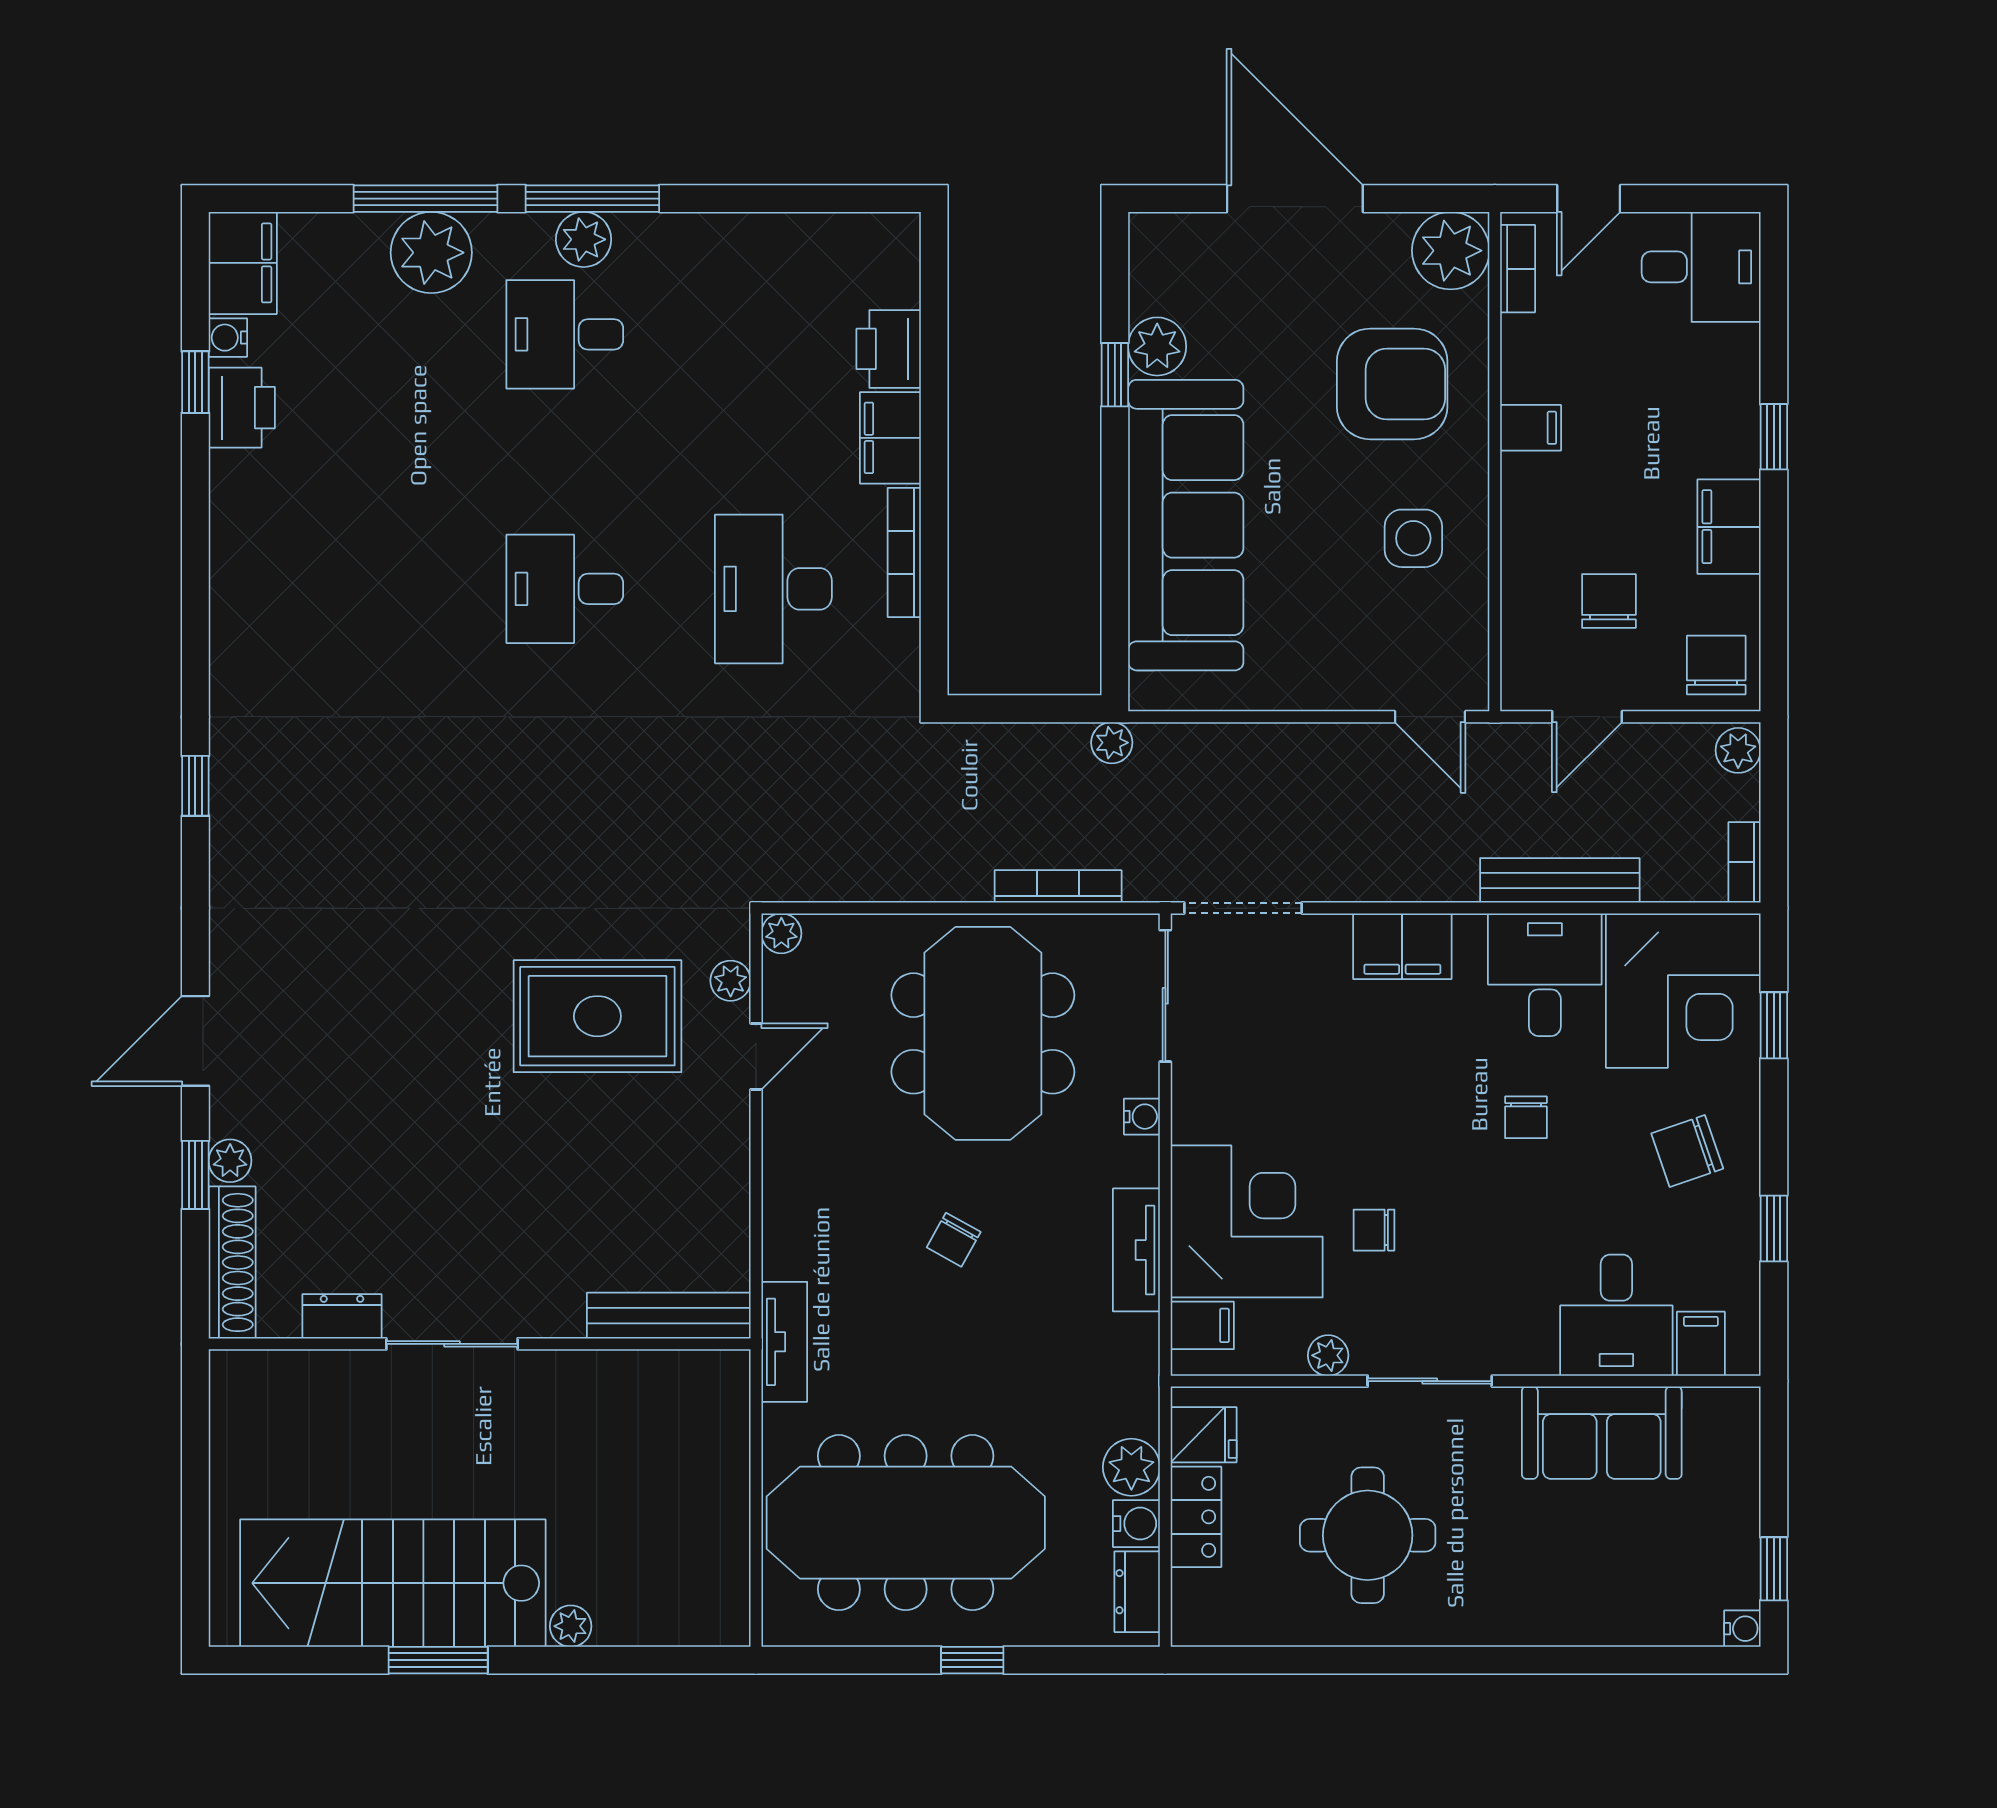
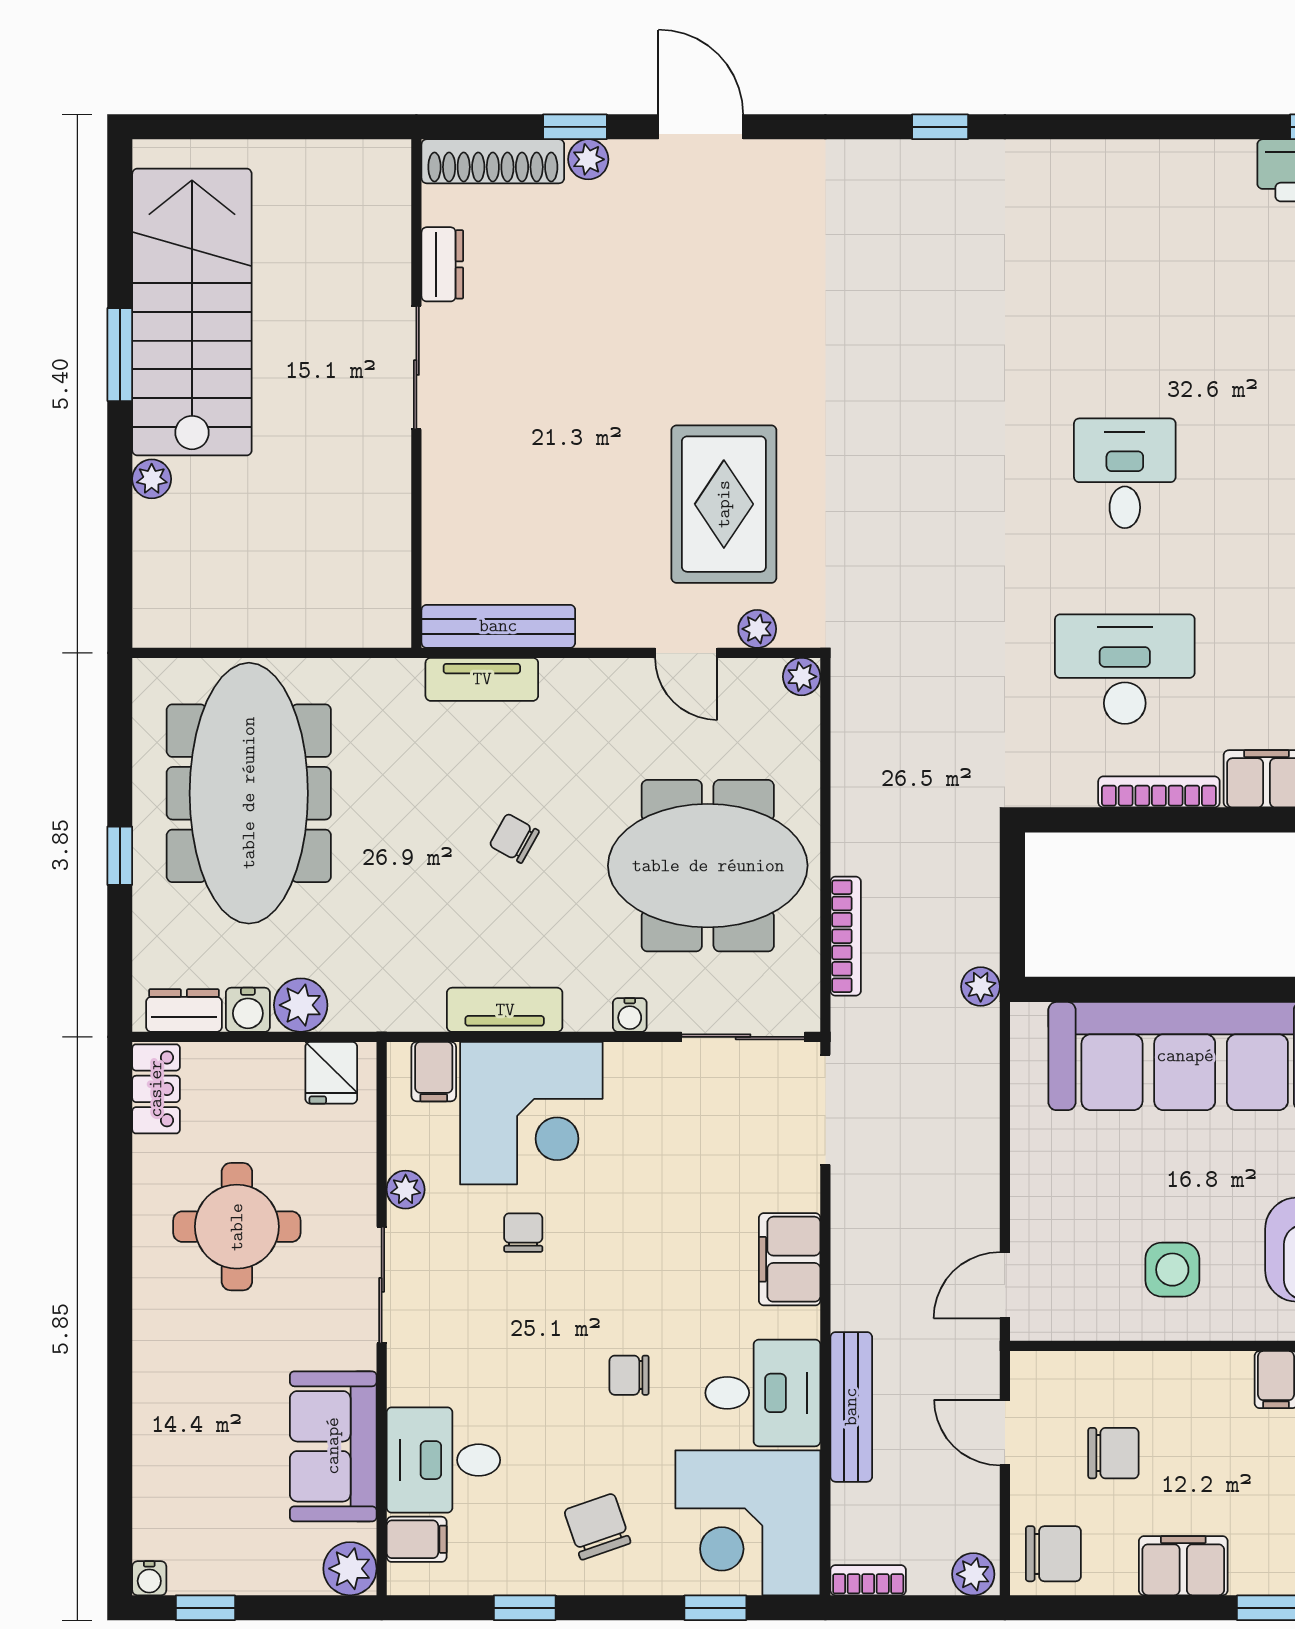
bench: (669, 1316) -> (498, 626), moved, turned 90
tv unit: (784, 1342) -> (482, 679), moved
plant: (1732, 1415) -> (350, 1569), added
locker: (1196, 1517) -> (156, 1089), moved, turned -90

